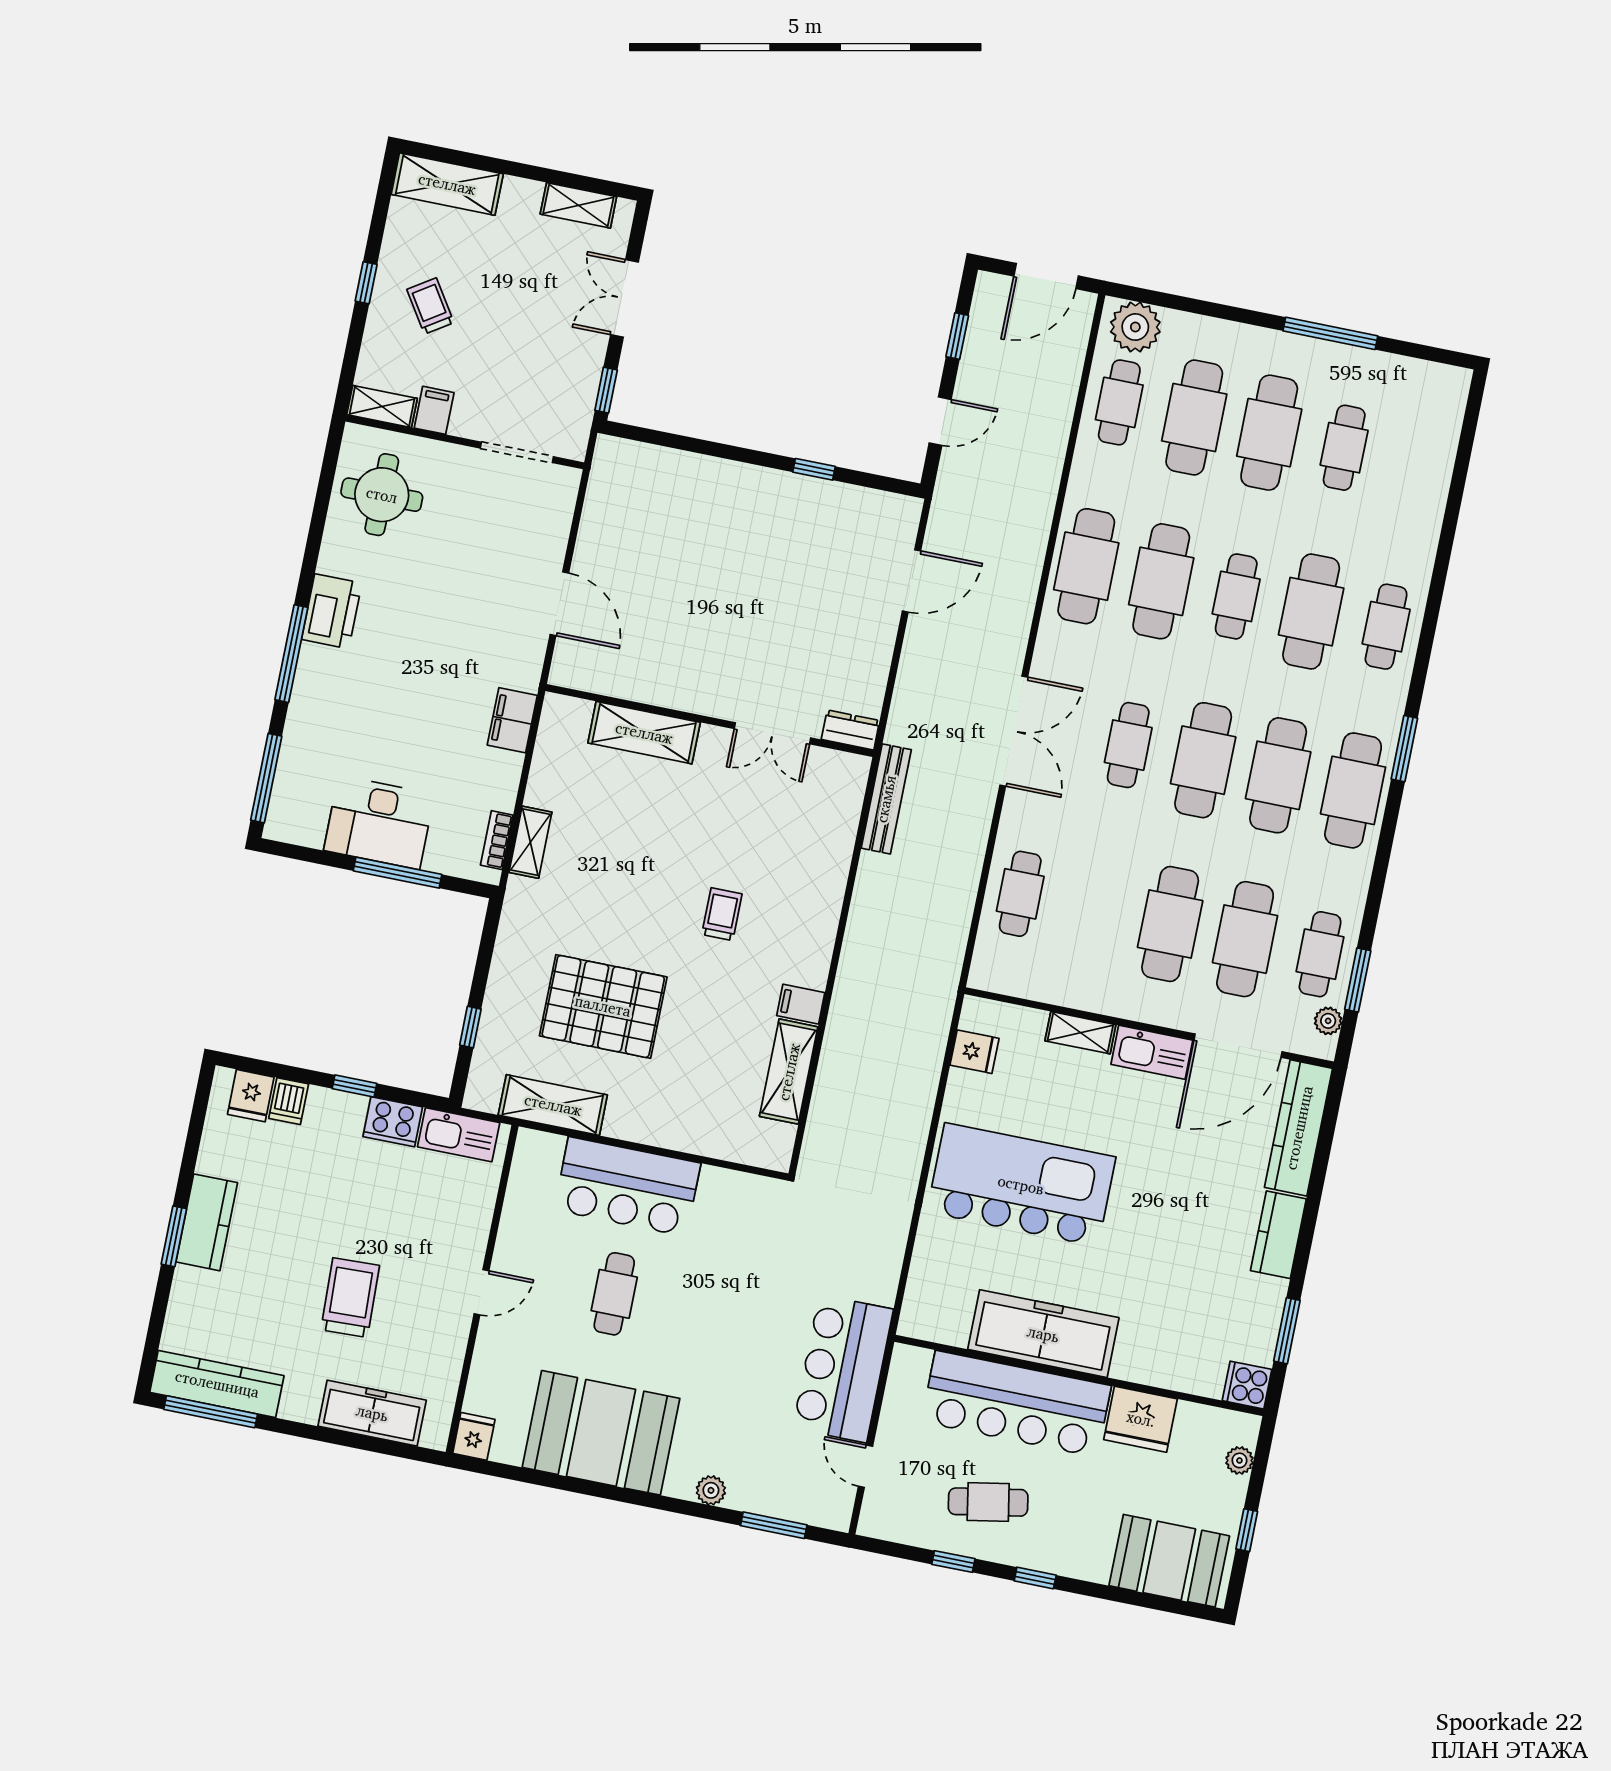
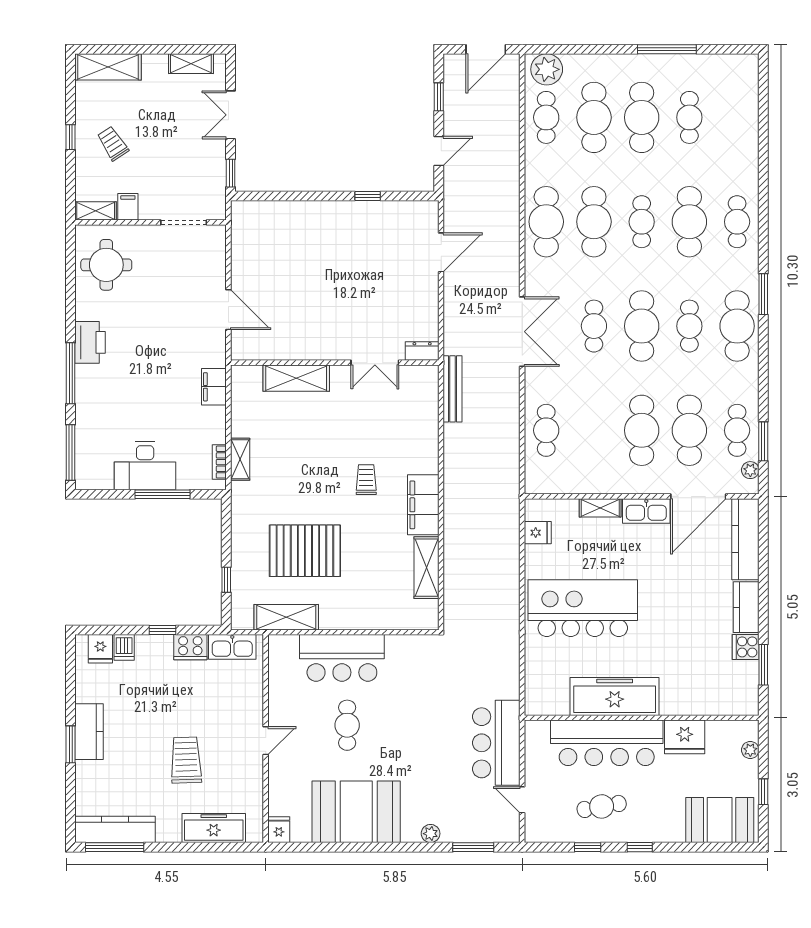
cafe table: (1278, 775) -> (689, 326), width x0.73, depth x0.74
filing cabinet: (801, 1004) -> (423, 505), width x3.00, depth x1.17
cooker: (1247, 1385) -> (746, 647), moved

